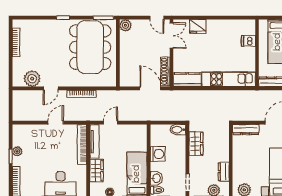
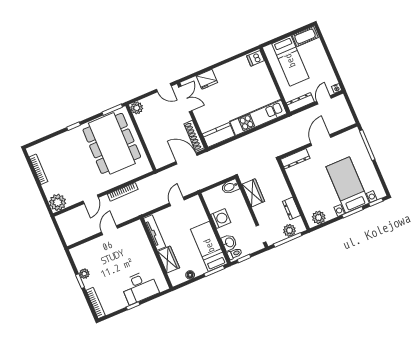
dishwasher: (248, 41) -> (255, 58), moved
plant: (32, 79) -> (58, 202), moved
door: (111, 123) -> (177, 201), moved
bookcase: (82, 144) -> (144, 240), removed

